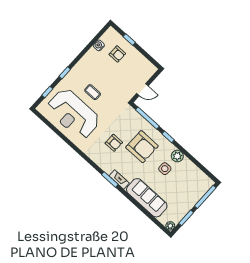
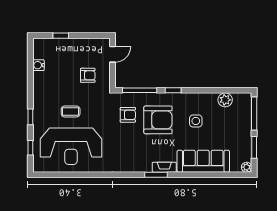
armchair: (117, 54) -> (88, 75), moved
door: (142, 90) -> (112, 54), moved
armchair: (114, 143) -> (128, 115), moved
plant: (177, 156) -> (225, 100), moved

